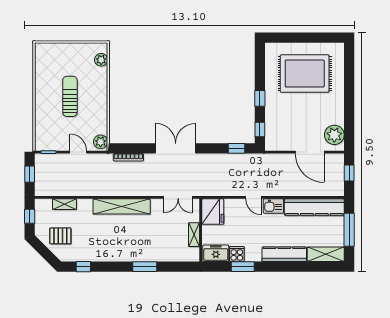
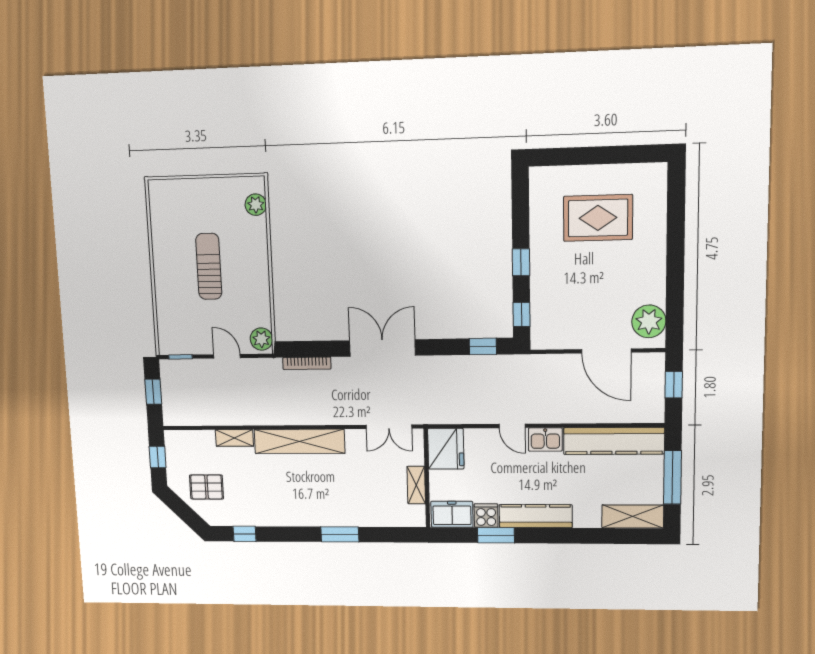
rug: (305, 74) -> (598, 218), width x0.73, depth x0.69
shelving: (64, 204) -> (234, 438), moved
kitchen counter: (284, 254) -> (536, 516), moved

